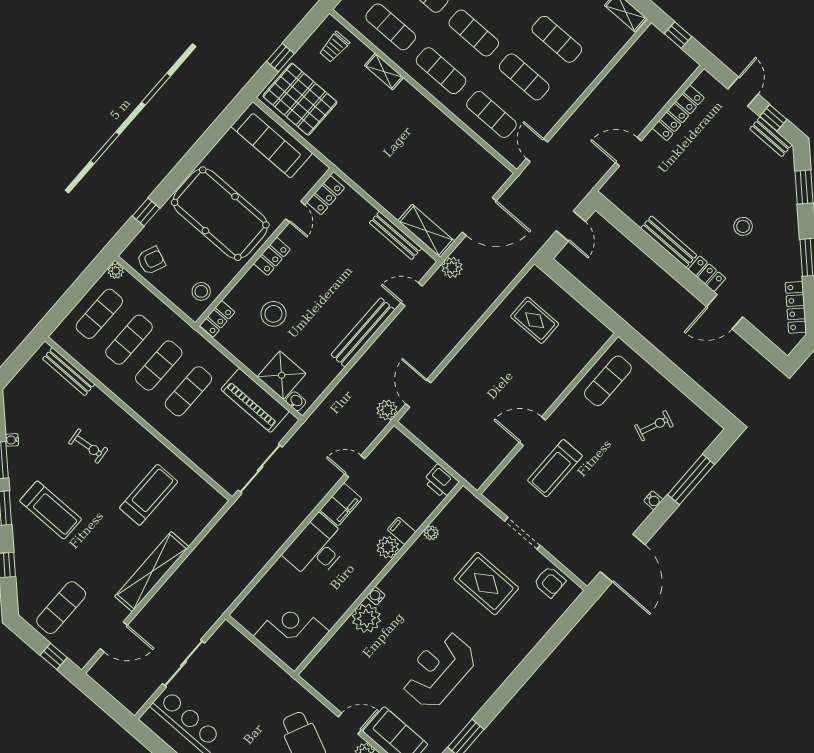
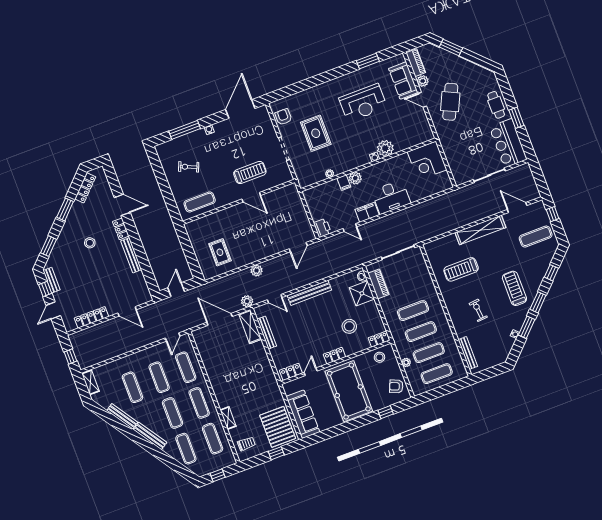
plant: (116, 271) -> (406, 362), moved
piano: (255, 400) -> (378, 284), width x0.73, depth x0.75
plant: (387, 410) -> (257, 271), moved
printer: (441, 481) -> (322, 228), moved

